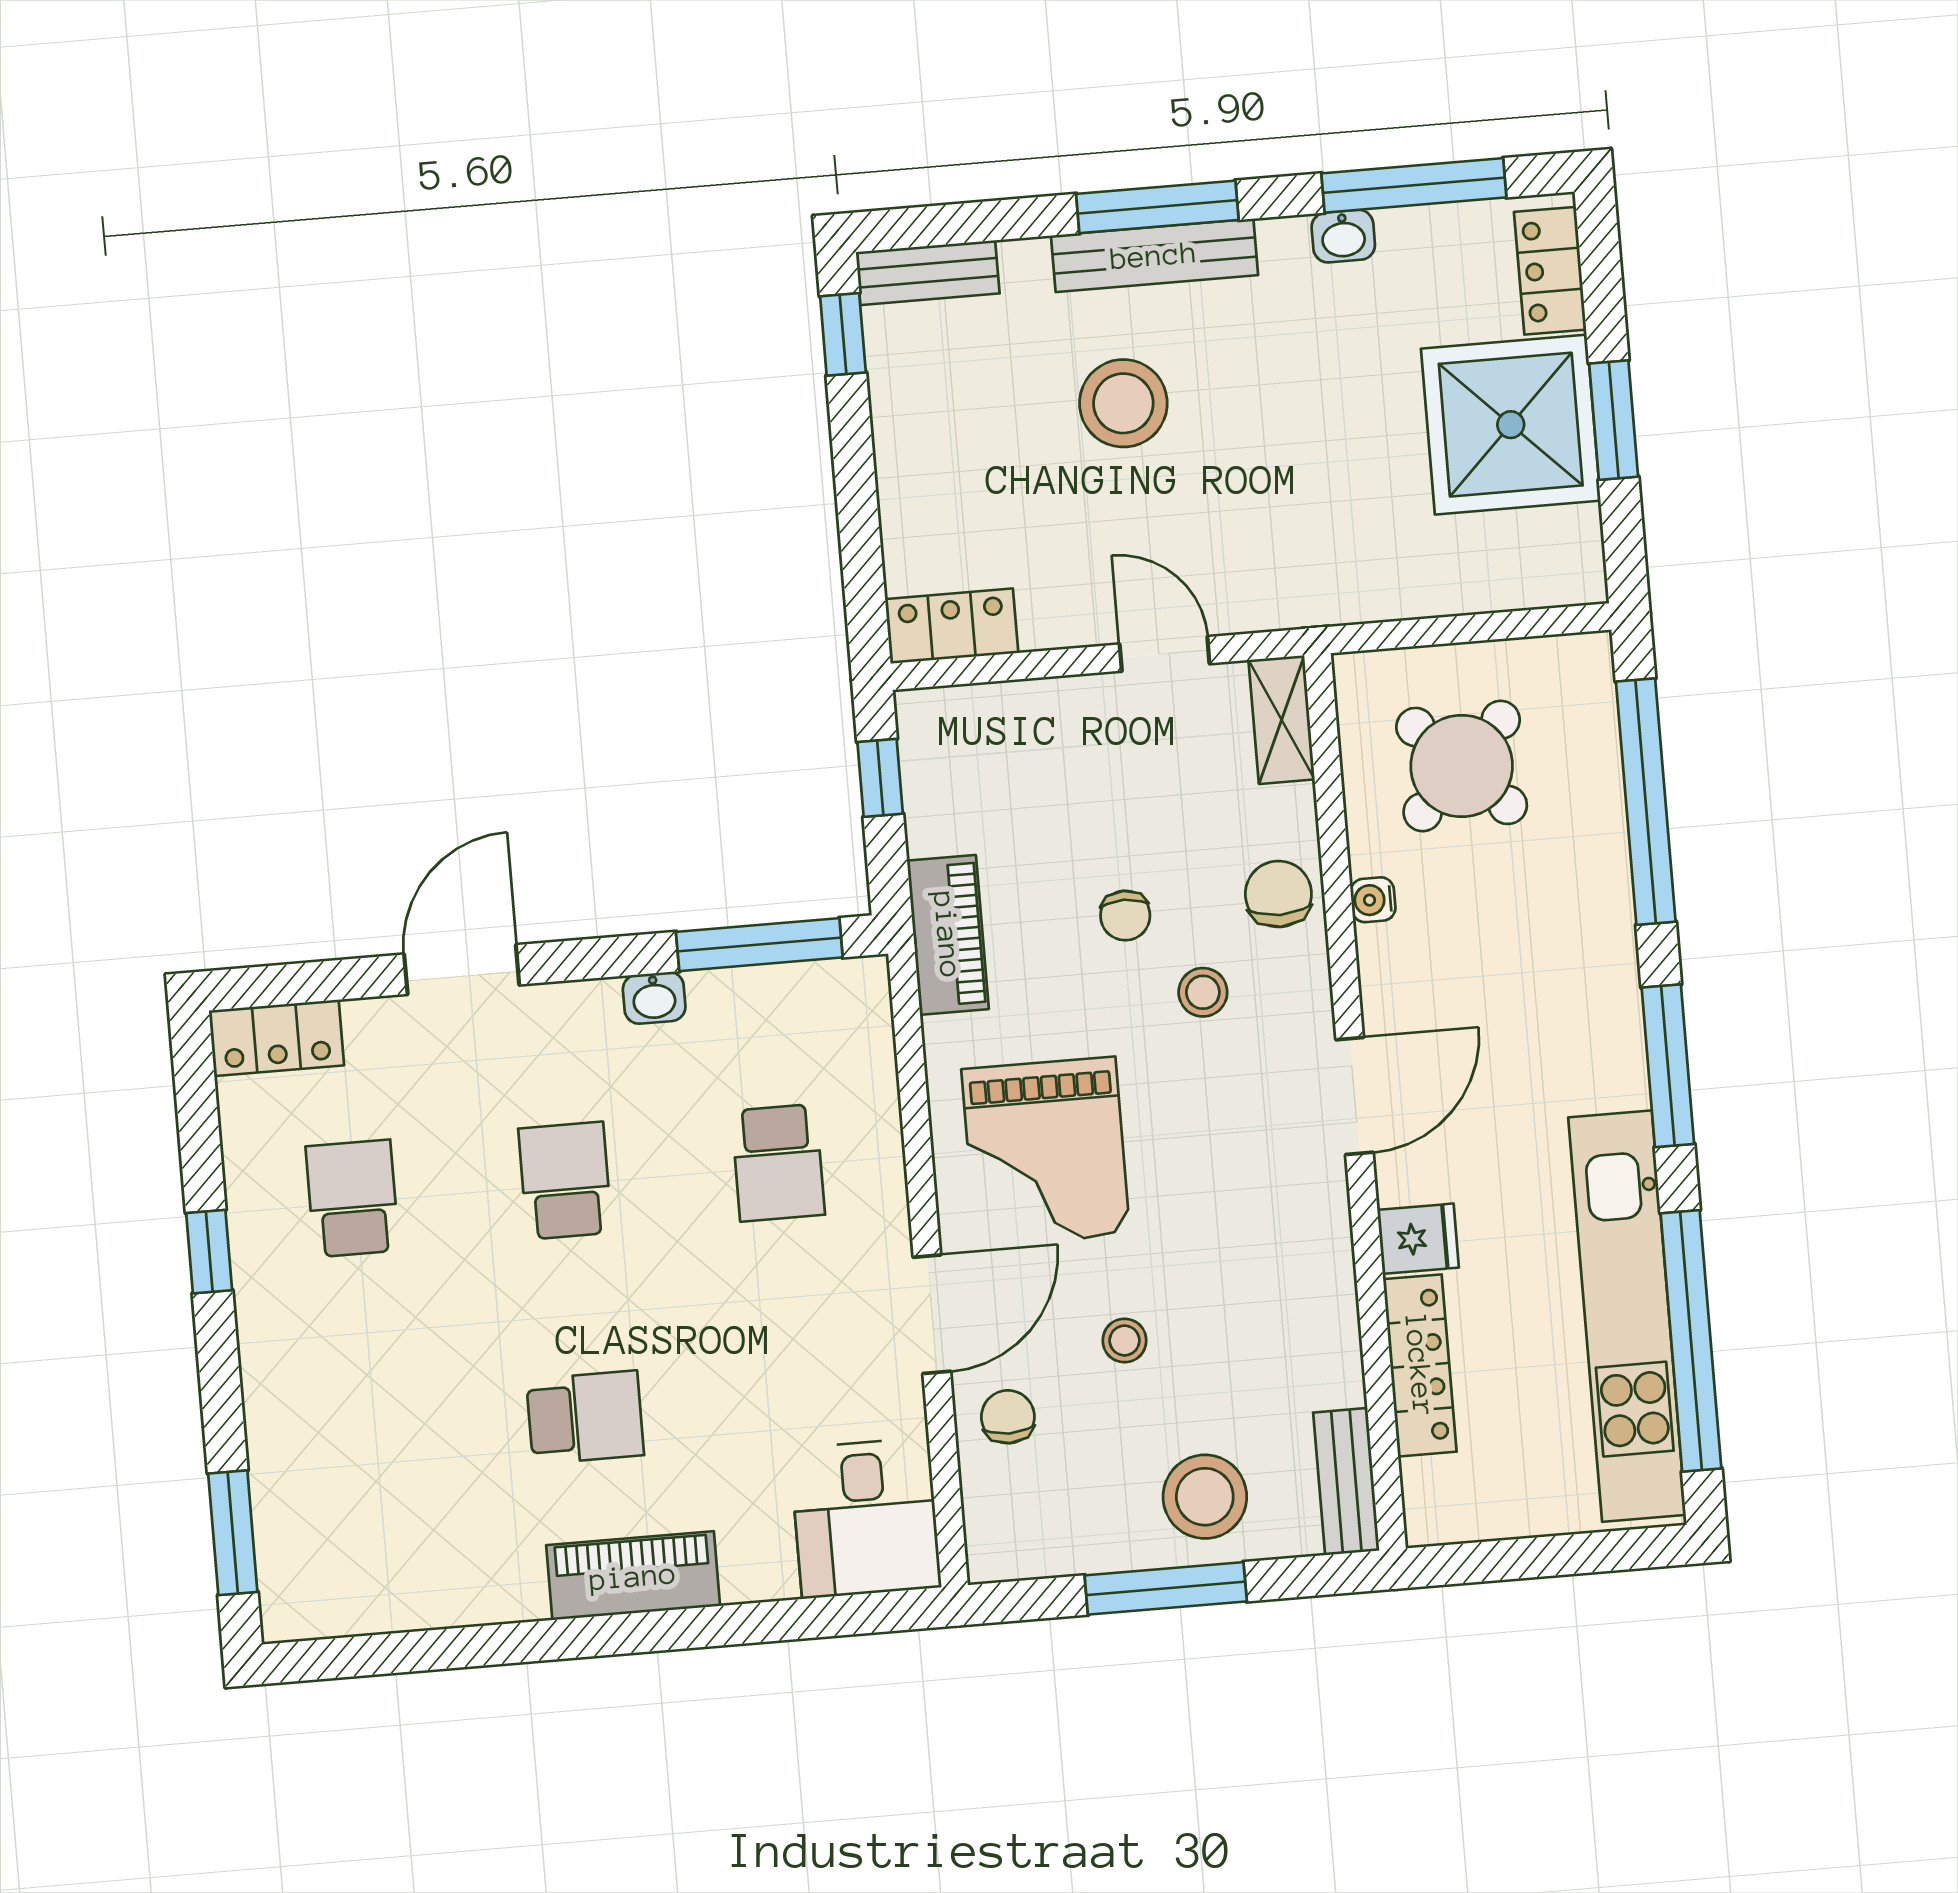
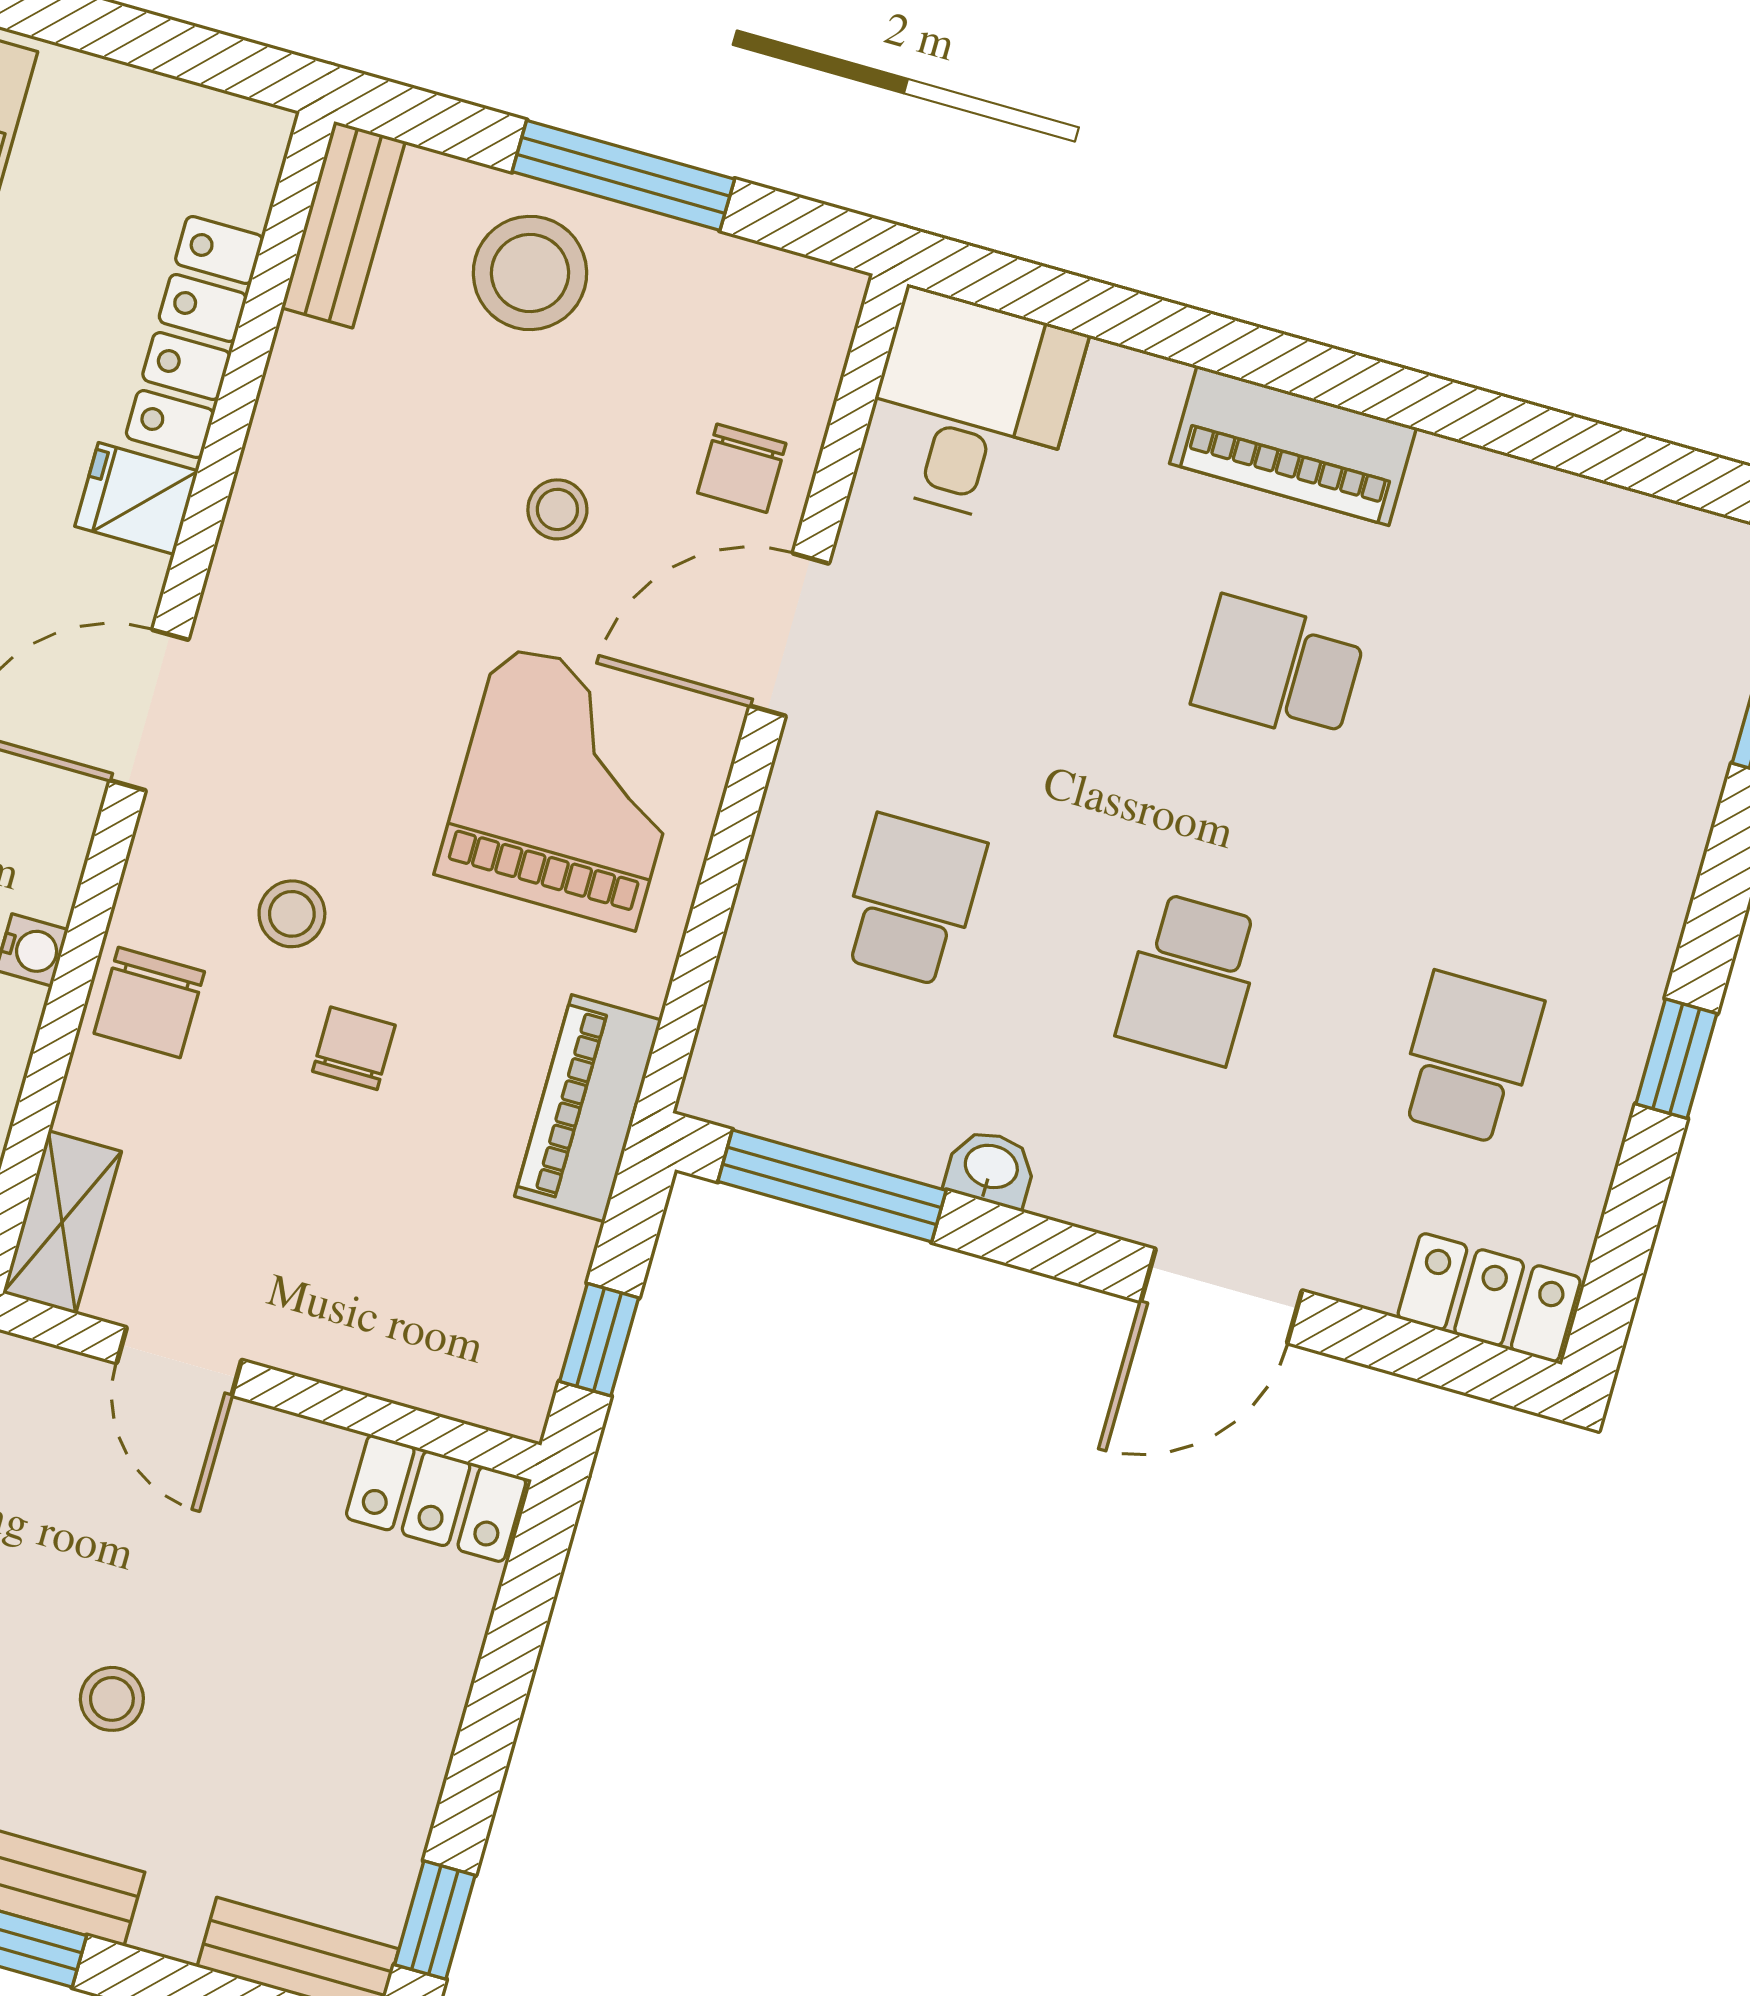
stool: (1123, 403) -> (112, 1699), width x0.53, depth x0.53
school desk: (352, 1198) -> (1469, 1058), turned 180

